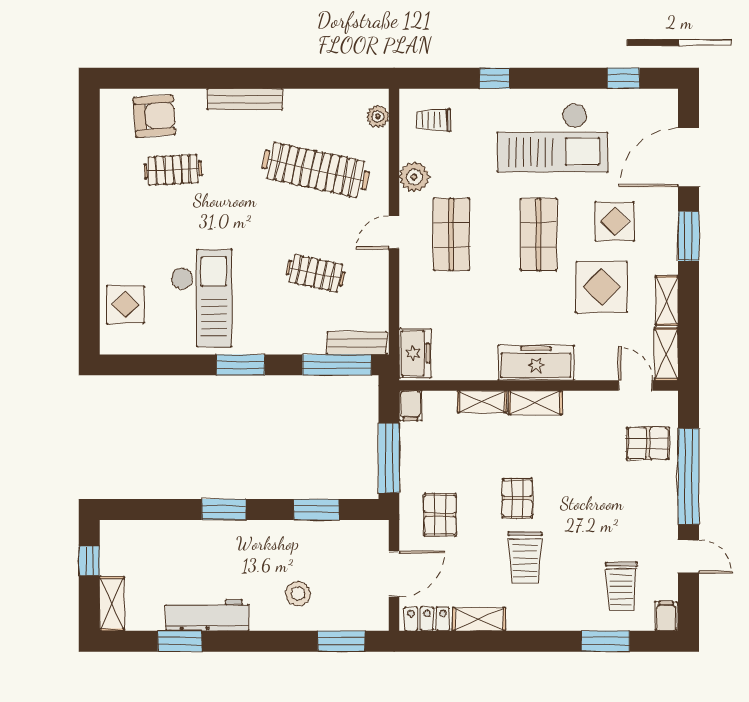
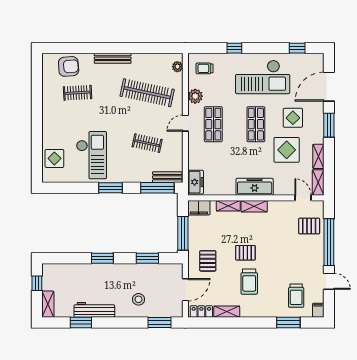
filing cabinet: (411, 406) -> (199, 208), width x2.00
pallet: (517, 498) -> (245, 253), turned 90

